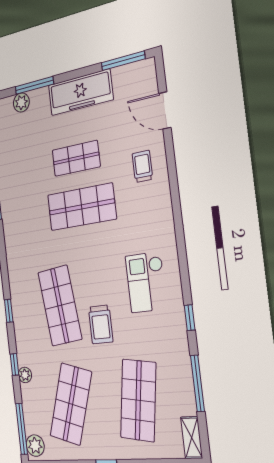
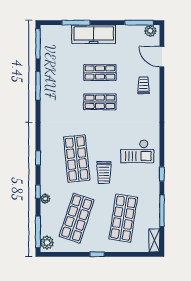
freezer: (80, 92) -> (94, 34), moved
plant: (21, 102) -> (150, 31), moved
shop shelf: (82, 207) -> (100, 102), width x0.70, depth x0.74
checkout: (146, 282) -> (137, 151), turned -90

